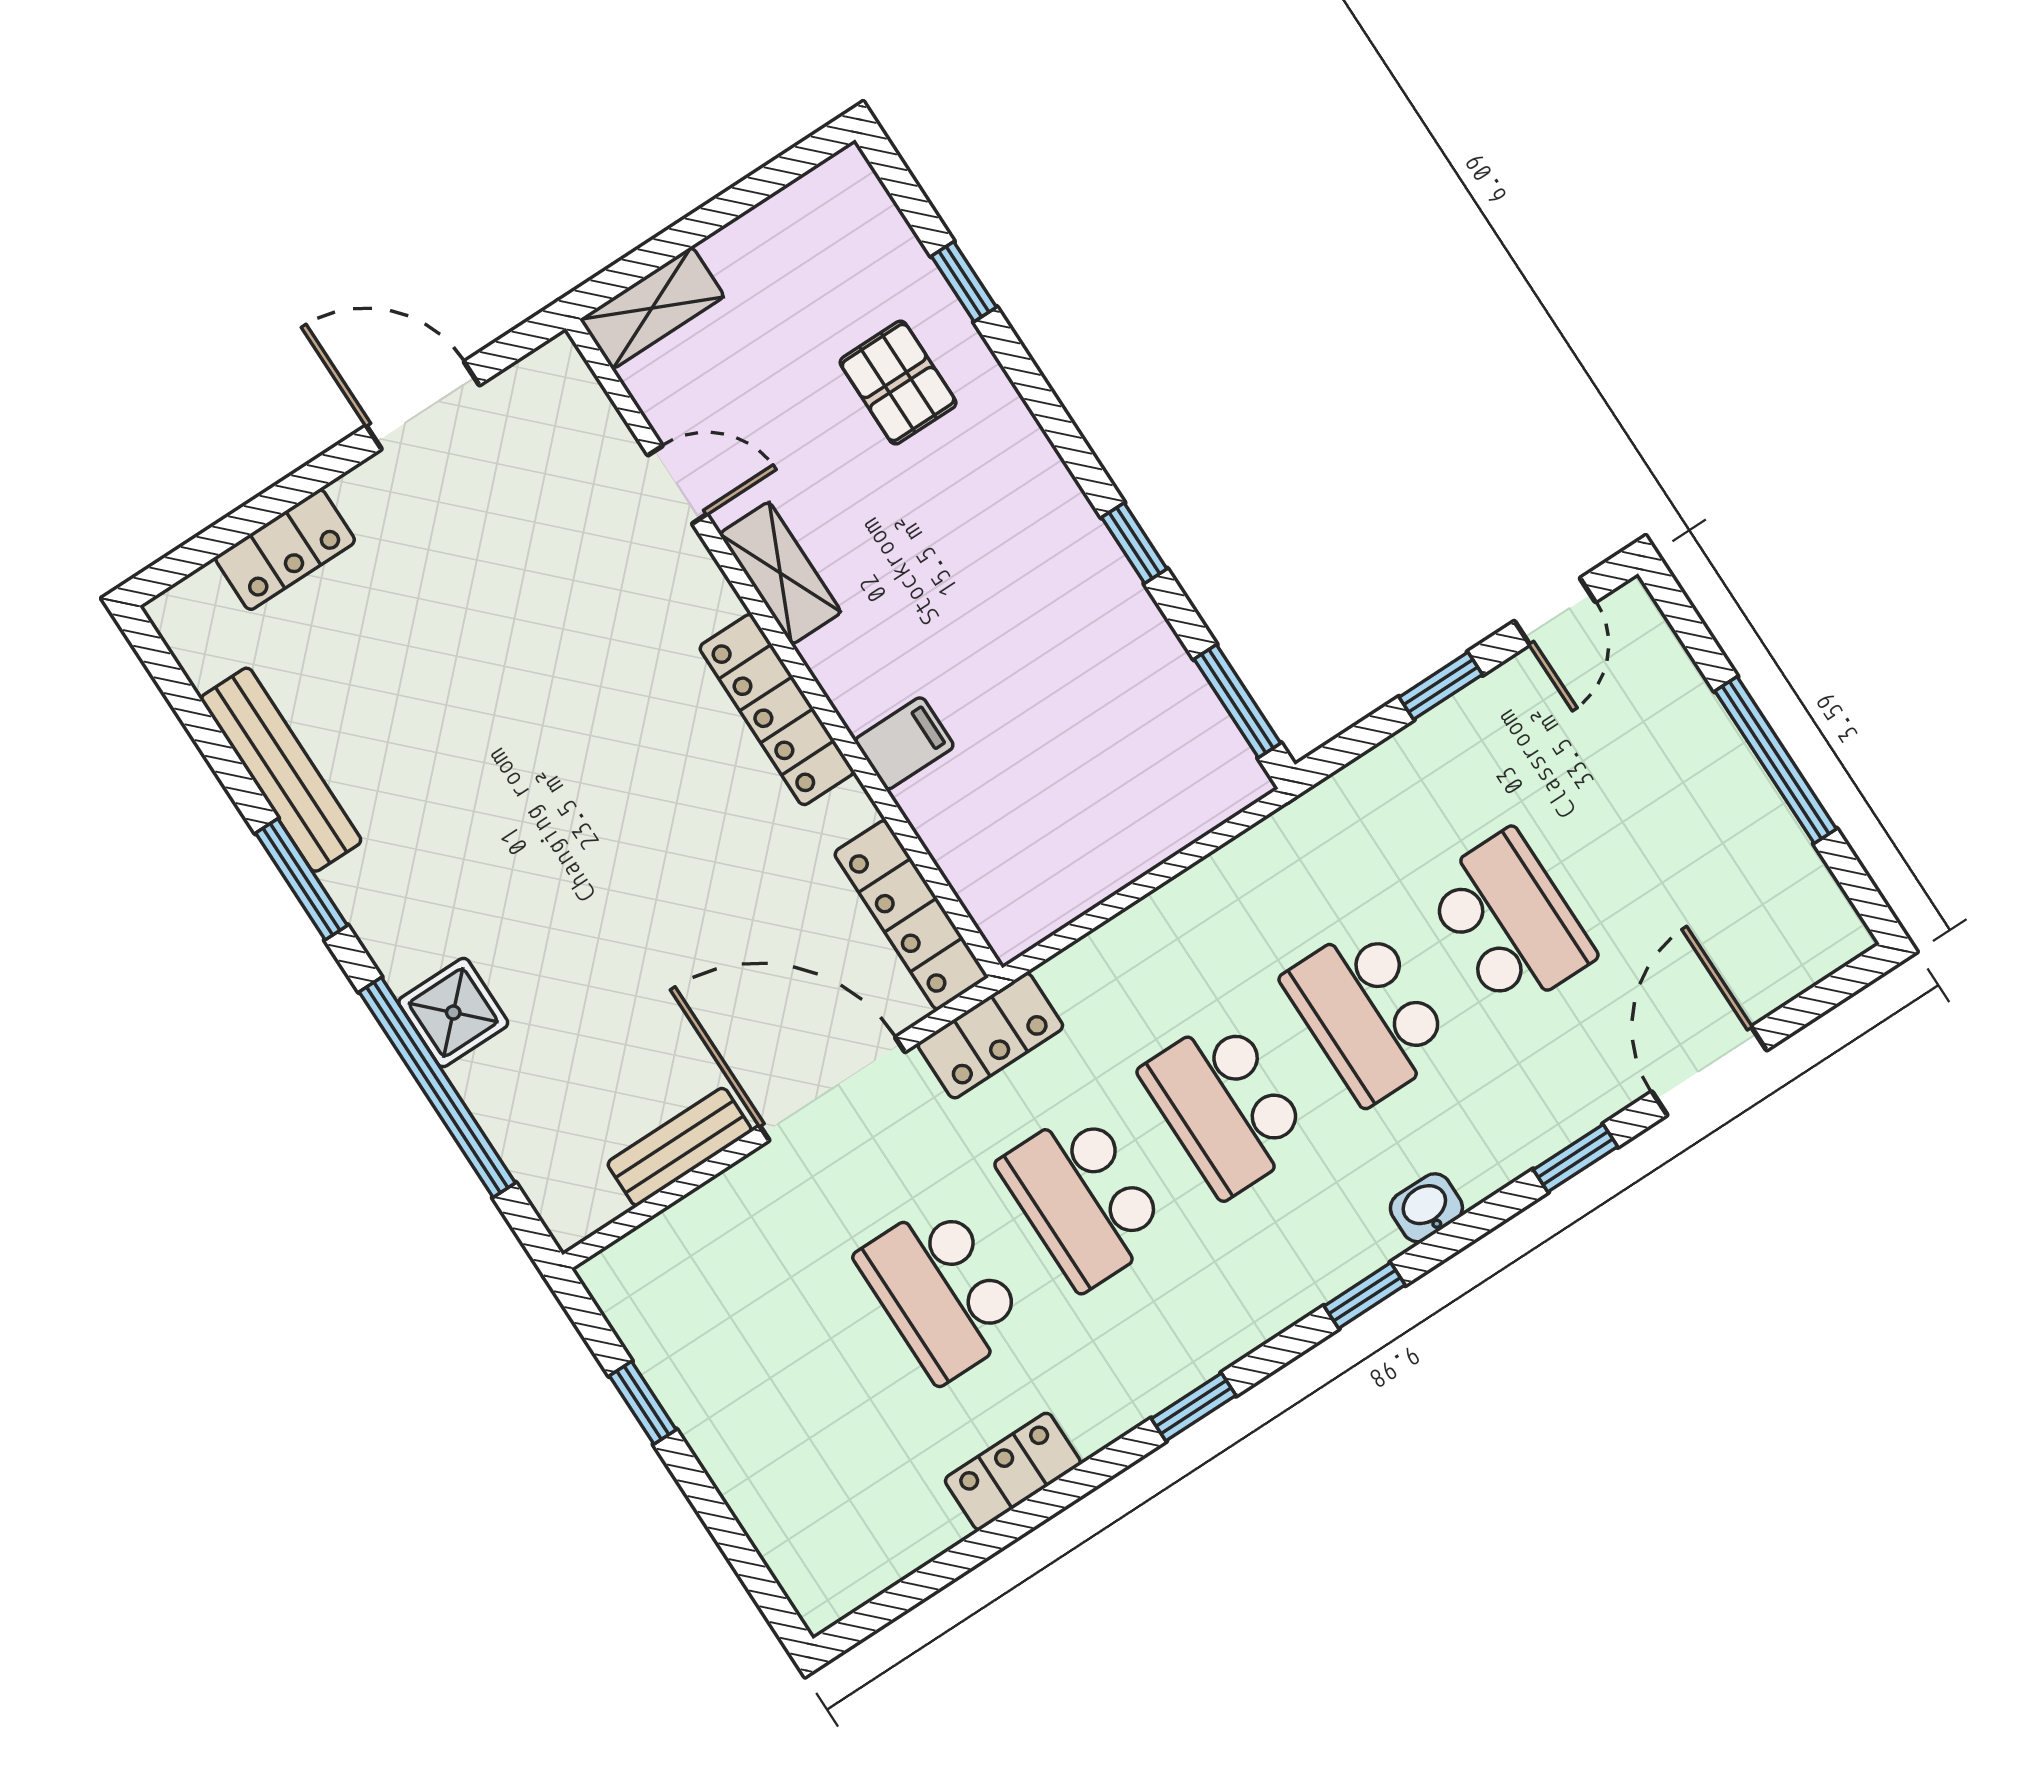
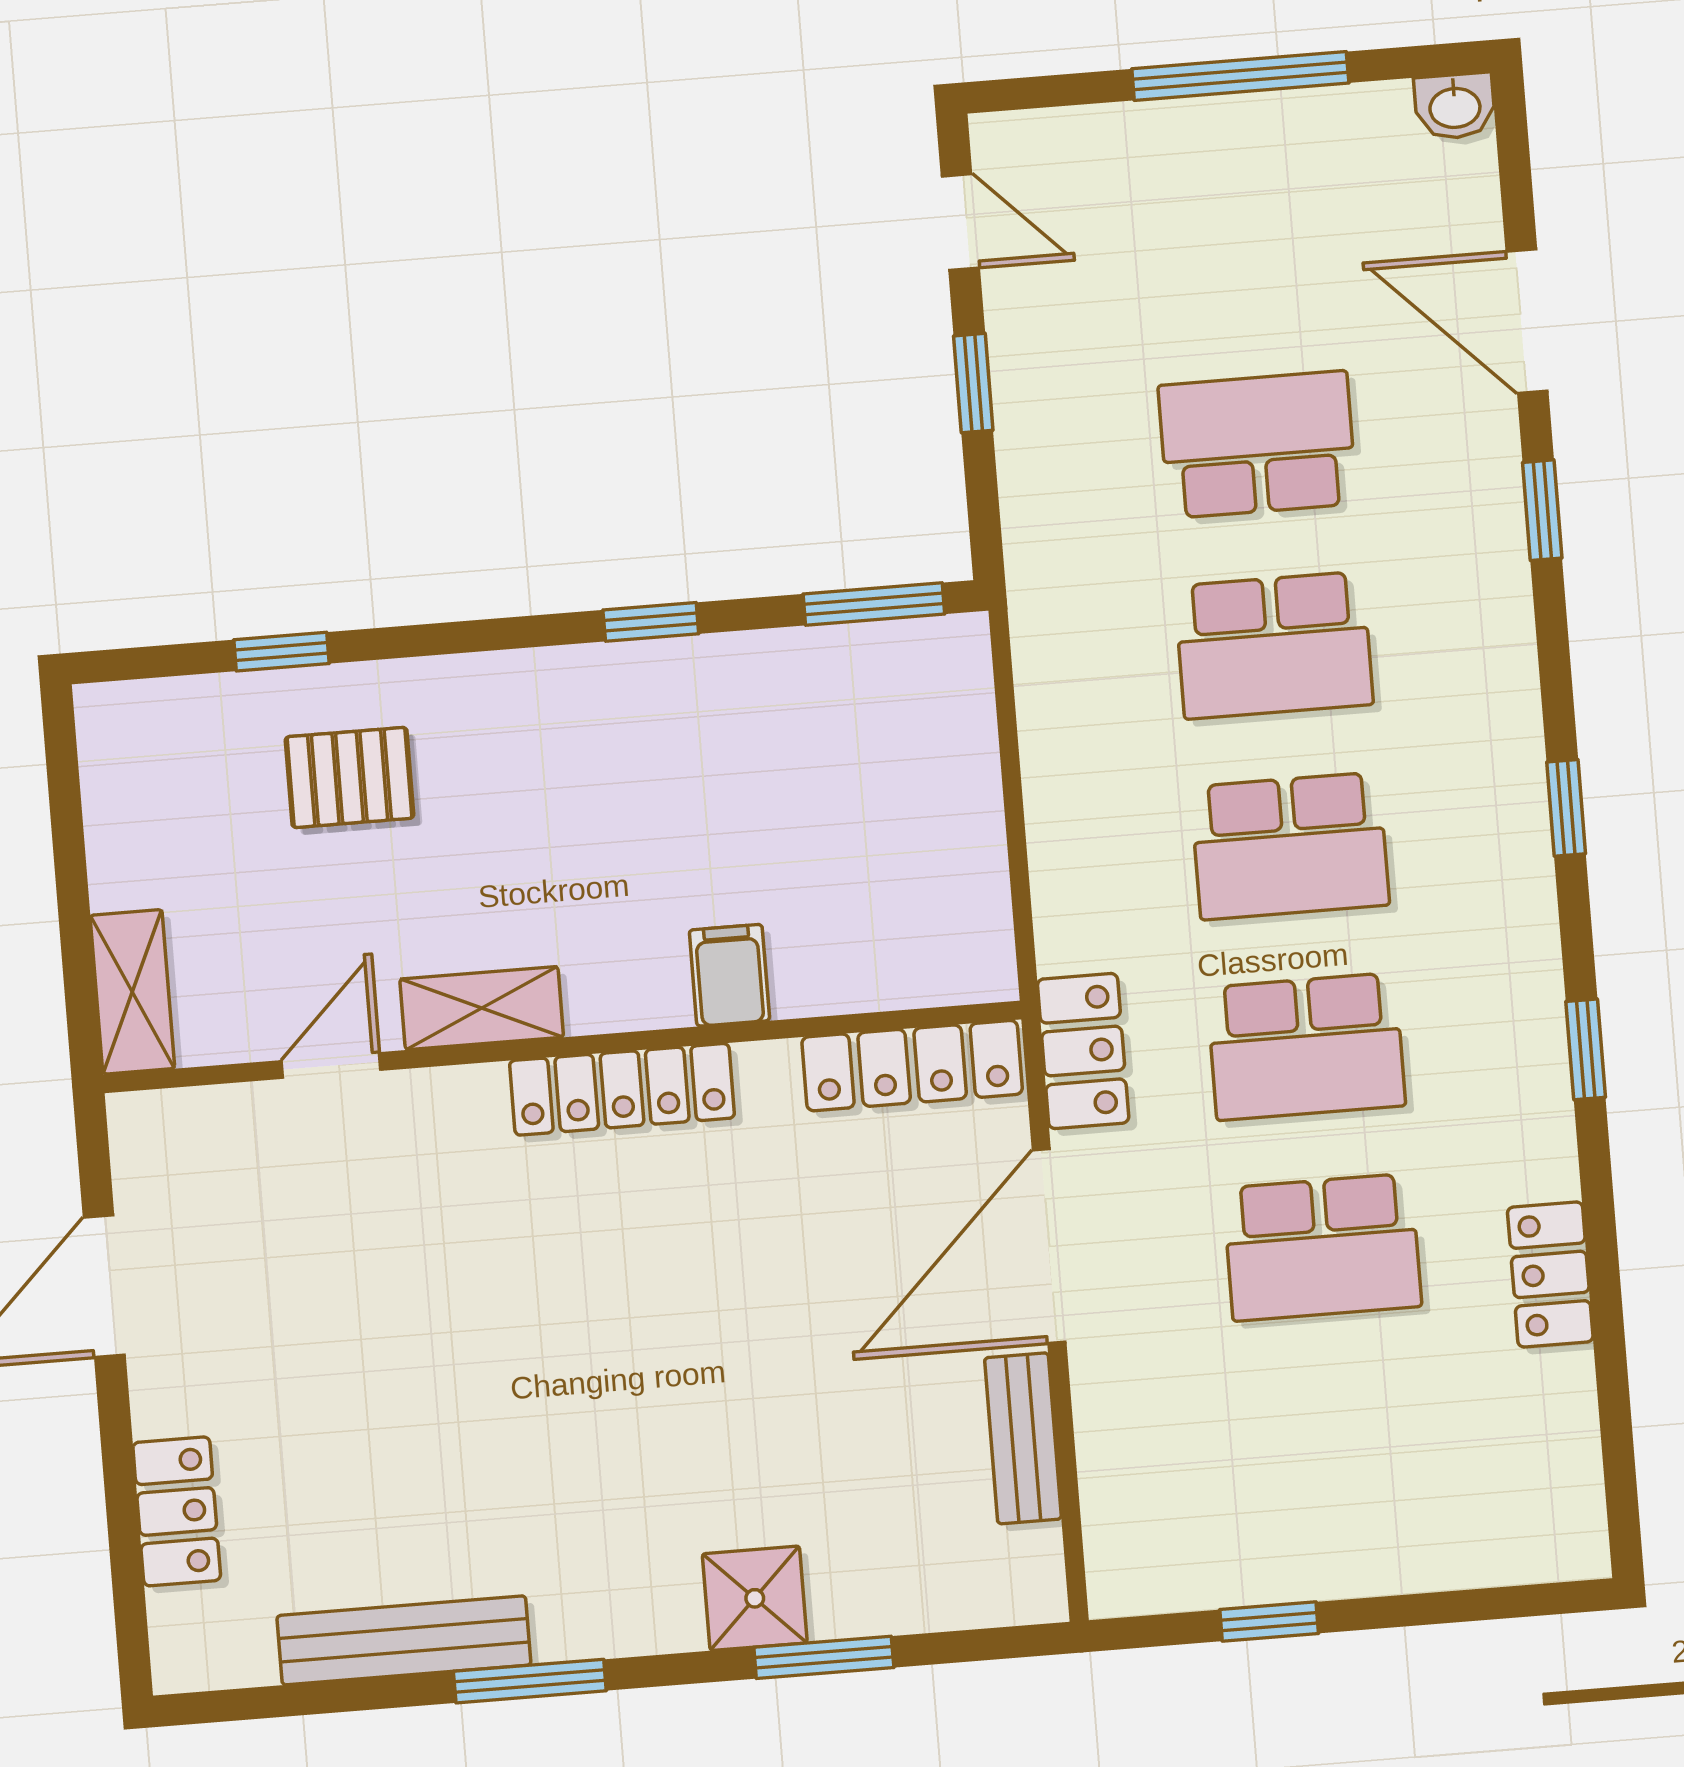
window: (437, 1087) -> (824, 1657), width x0.47
washbasin: (1426, 1208) -> (1455, 106), moved, turned -90

